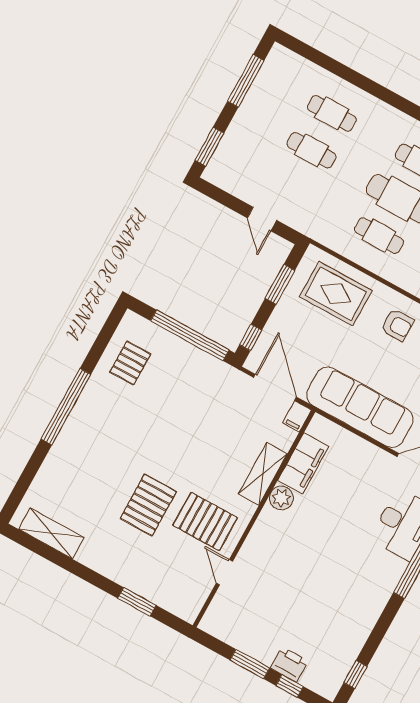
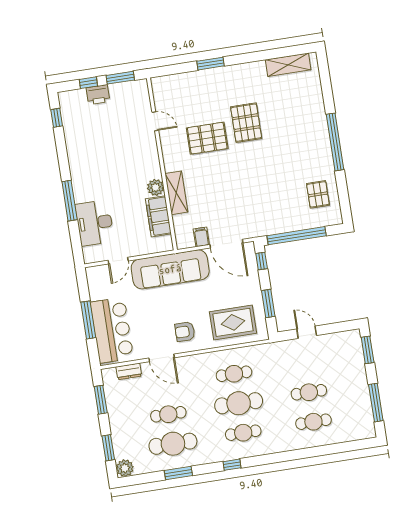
filing cabinet: (303, 463) -> (158, 216), moved
shelving: (263, 474) -> (176, 193), moved
plant: (281, 498) -> (156, 187), moved
wall: (254, 519) -> (162, 164), moved
door: (224, 572) -> (155, 121), moved

